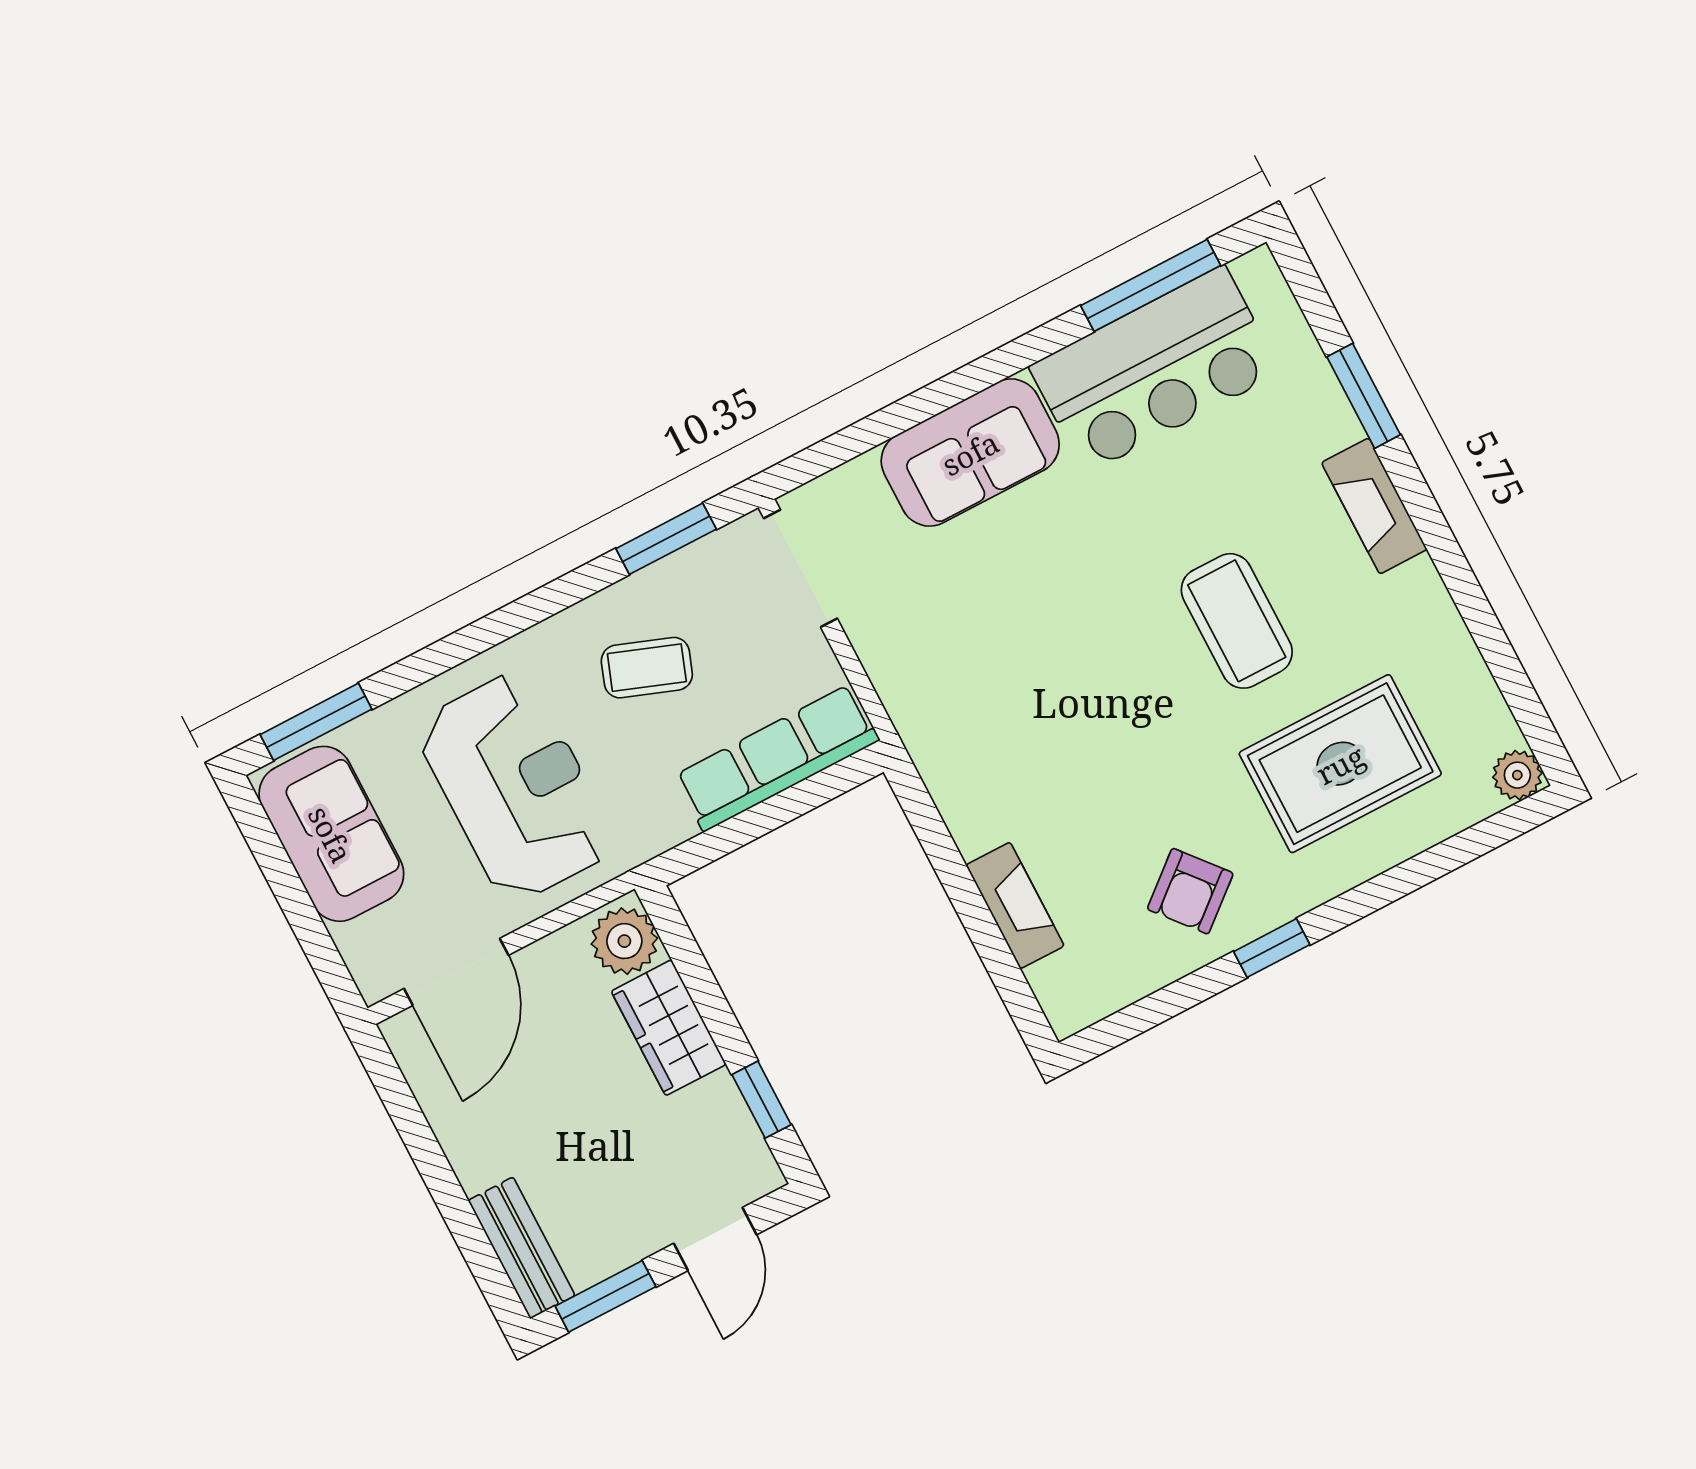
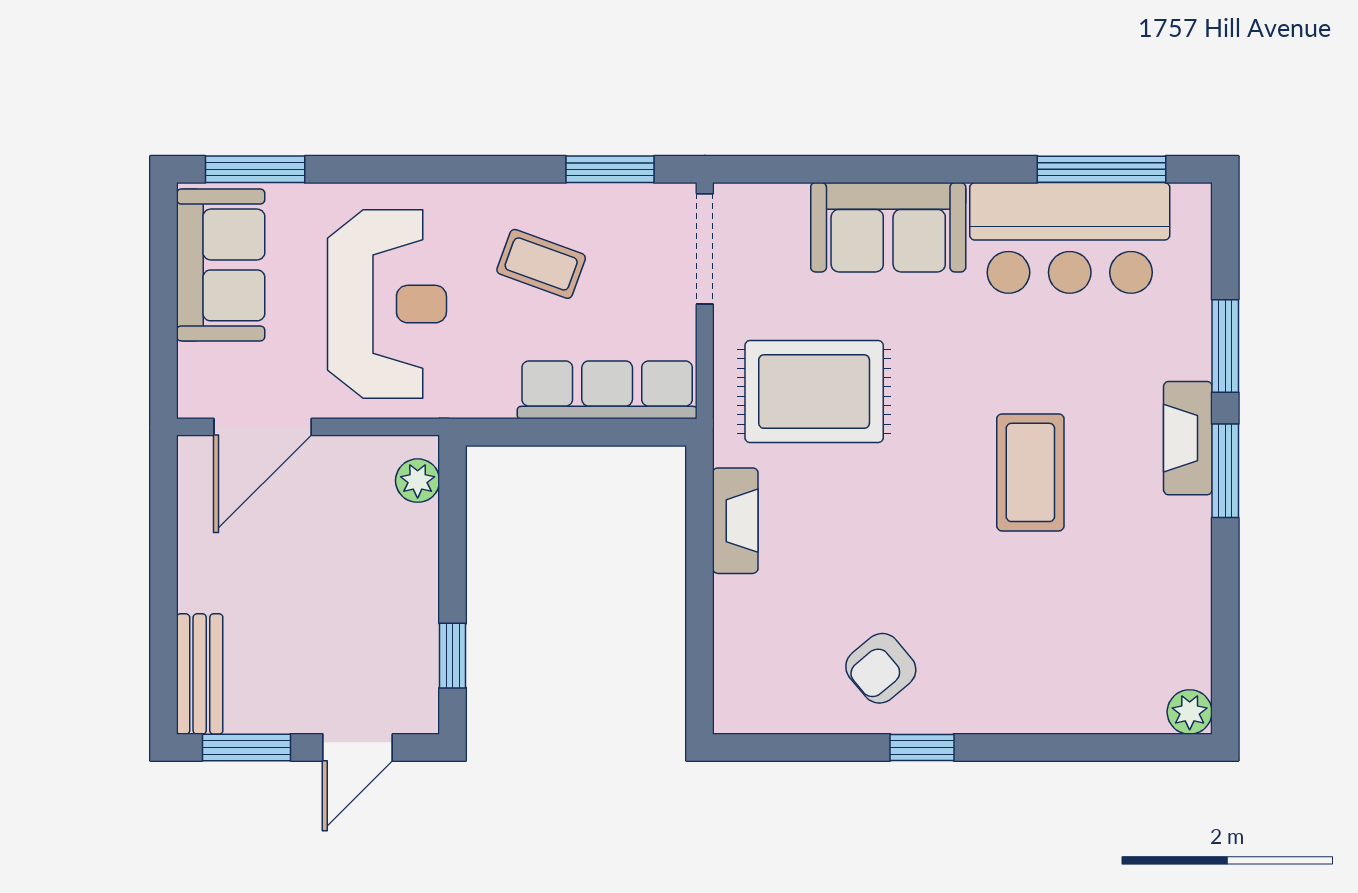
window: (1428, 519) -> (1225, 471), added
rug: (1340, 764) -> (814, 392), moved
fireplace: (1015, 905) -> (735, 521), moved
plant: (624, 941) -> (418, 481), width x0.73, depth x0.73
wardrobe: (669, 1028) -> (409, 560), removed

